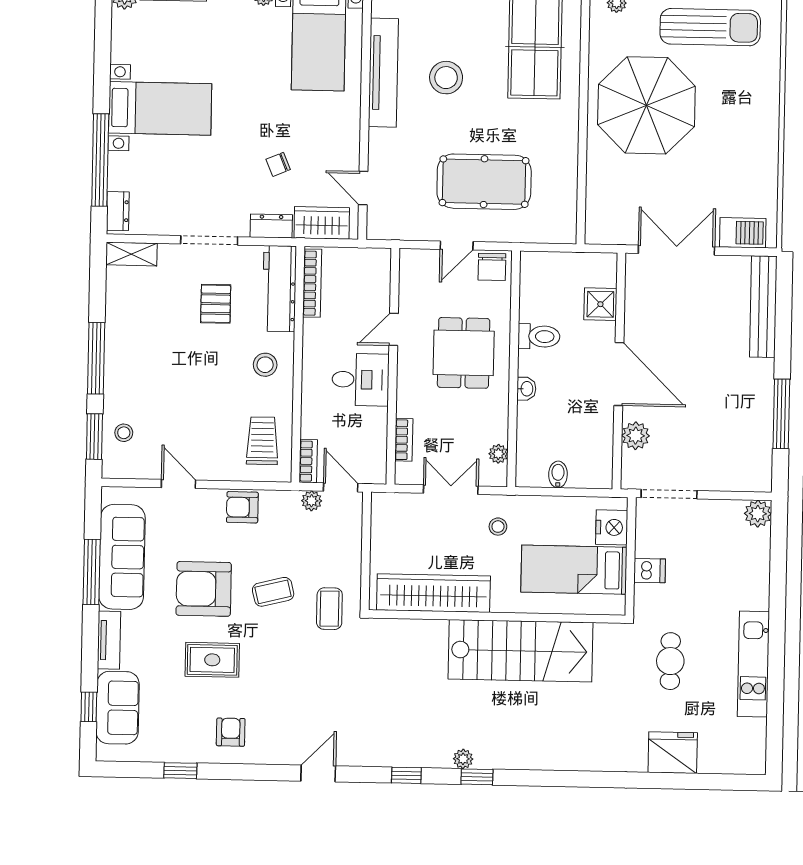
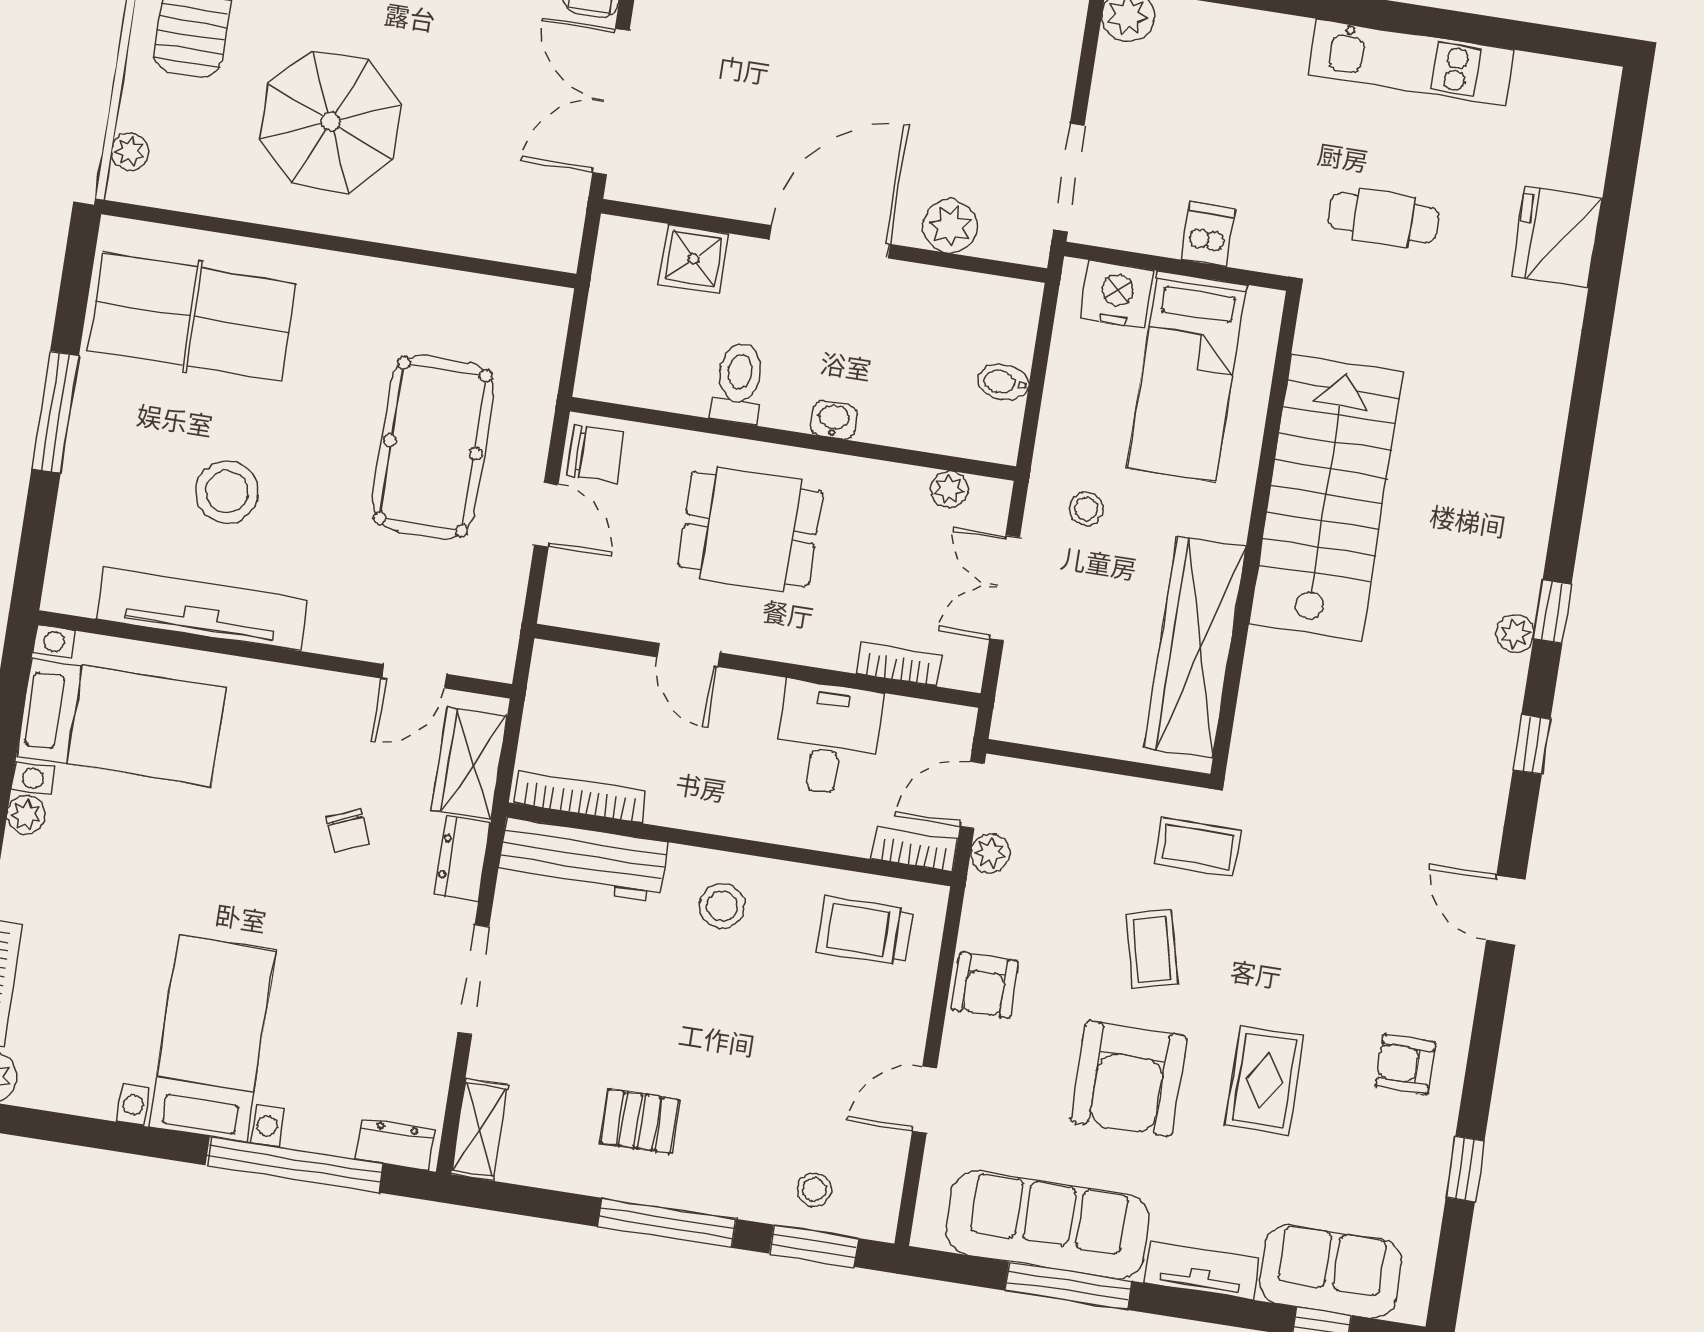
parasol: (646, 105) -> (330, 122), width x0.73, depth x0.73
pallet: (216, 304) -> (640, 1121), moved
desk: (361, 380) -> (828, 738), moved

